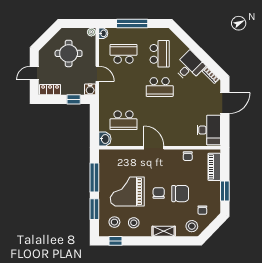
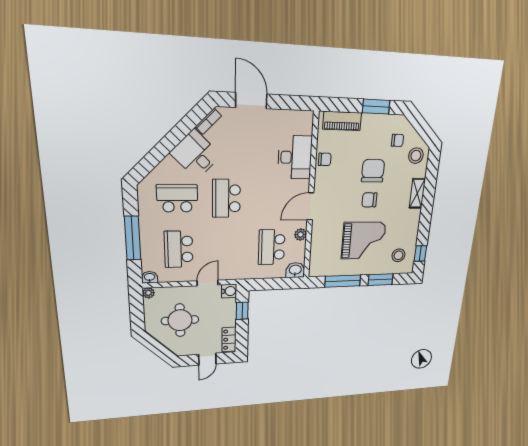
door: (34, 73) -> (207, 359), hinge flipped
school desk: (160, 87) -> (226, 198), turned 180
school desk: (124, 120) -> (272, 247), turned 180
desk: (209, 130) -> (295, 157), moved, turned 90
plant: (133, 141) -> (300, 235), added
grand piano: (127, 192) -> (364, 240), turned -90
stool: (134, 223) -> (402, 232), removed

